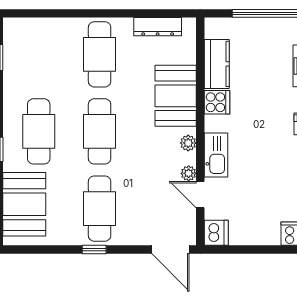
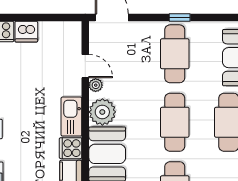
plant: (188, 143) -> (102, 112), width x1.87, depth x1.87
kitchen sink: (216, 155) -> (71, 117), moved
dishwasher: (216, 233) -> (26, 32), moved, turned -90

